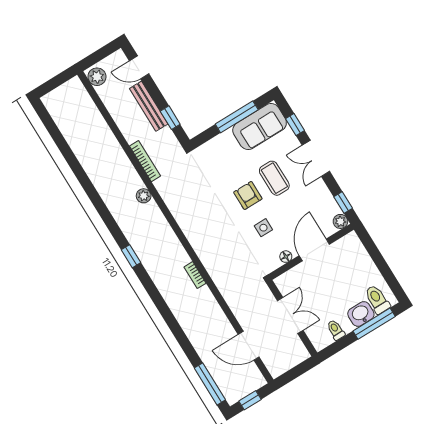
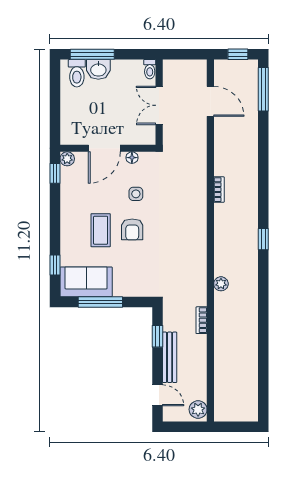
double door: (316, 158) -> (55, 225), removed
bookcase: (145, 161) -> (202, 320), width x0.64
toilet: (336, 330) -> (150, 69), moved

